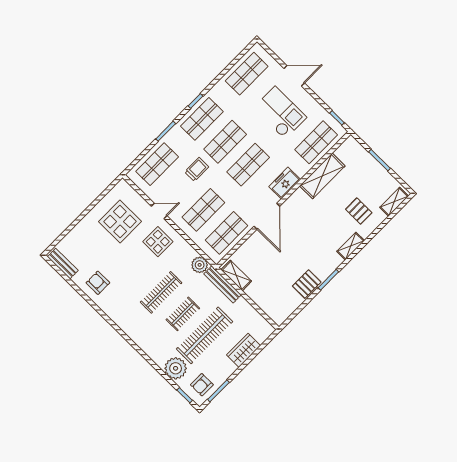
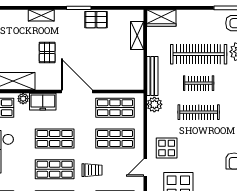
trolley: (197, 169) -> (92, 170), turned 180
plant: (302, 171) -> (23, 99), added
door: (159, 211) -> (145, 168), hinge flipped
pallet: (359, 211) -> (47, 53), moved
door: (267, 216) -> (77, 92), hinge flipped
shelving: (236, 275) -> (137, 36), moved
wardrobe: (244, 350) -> (161, 18), moved

